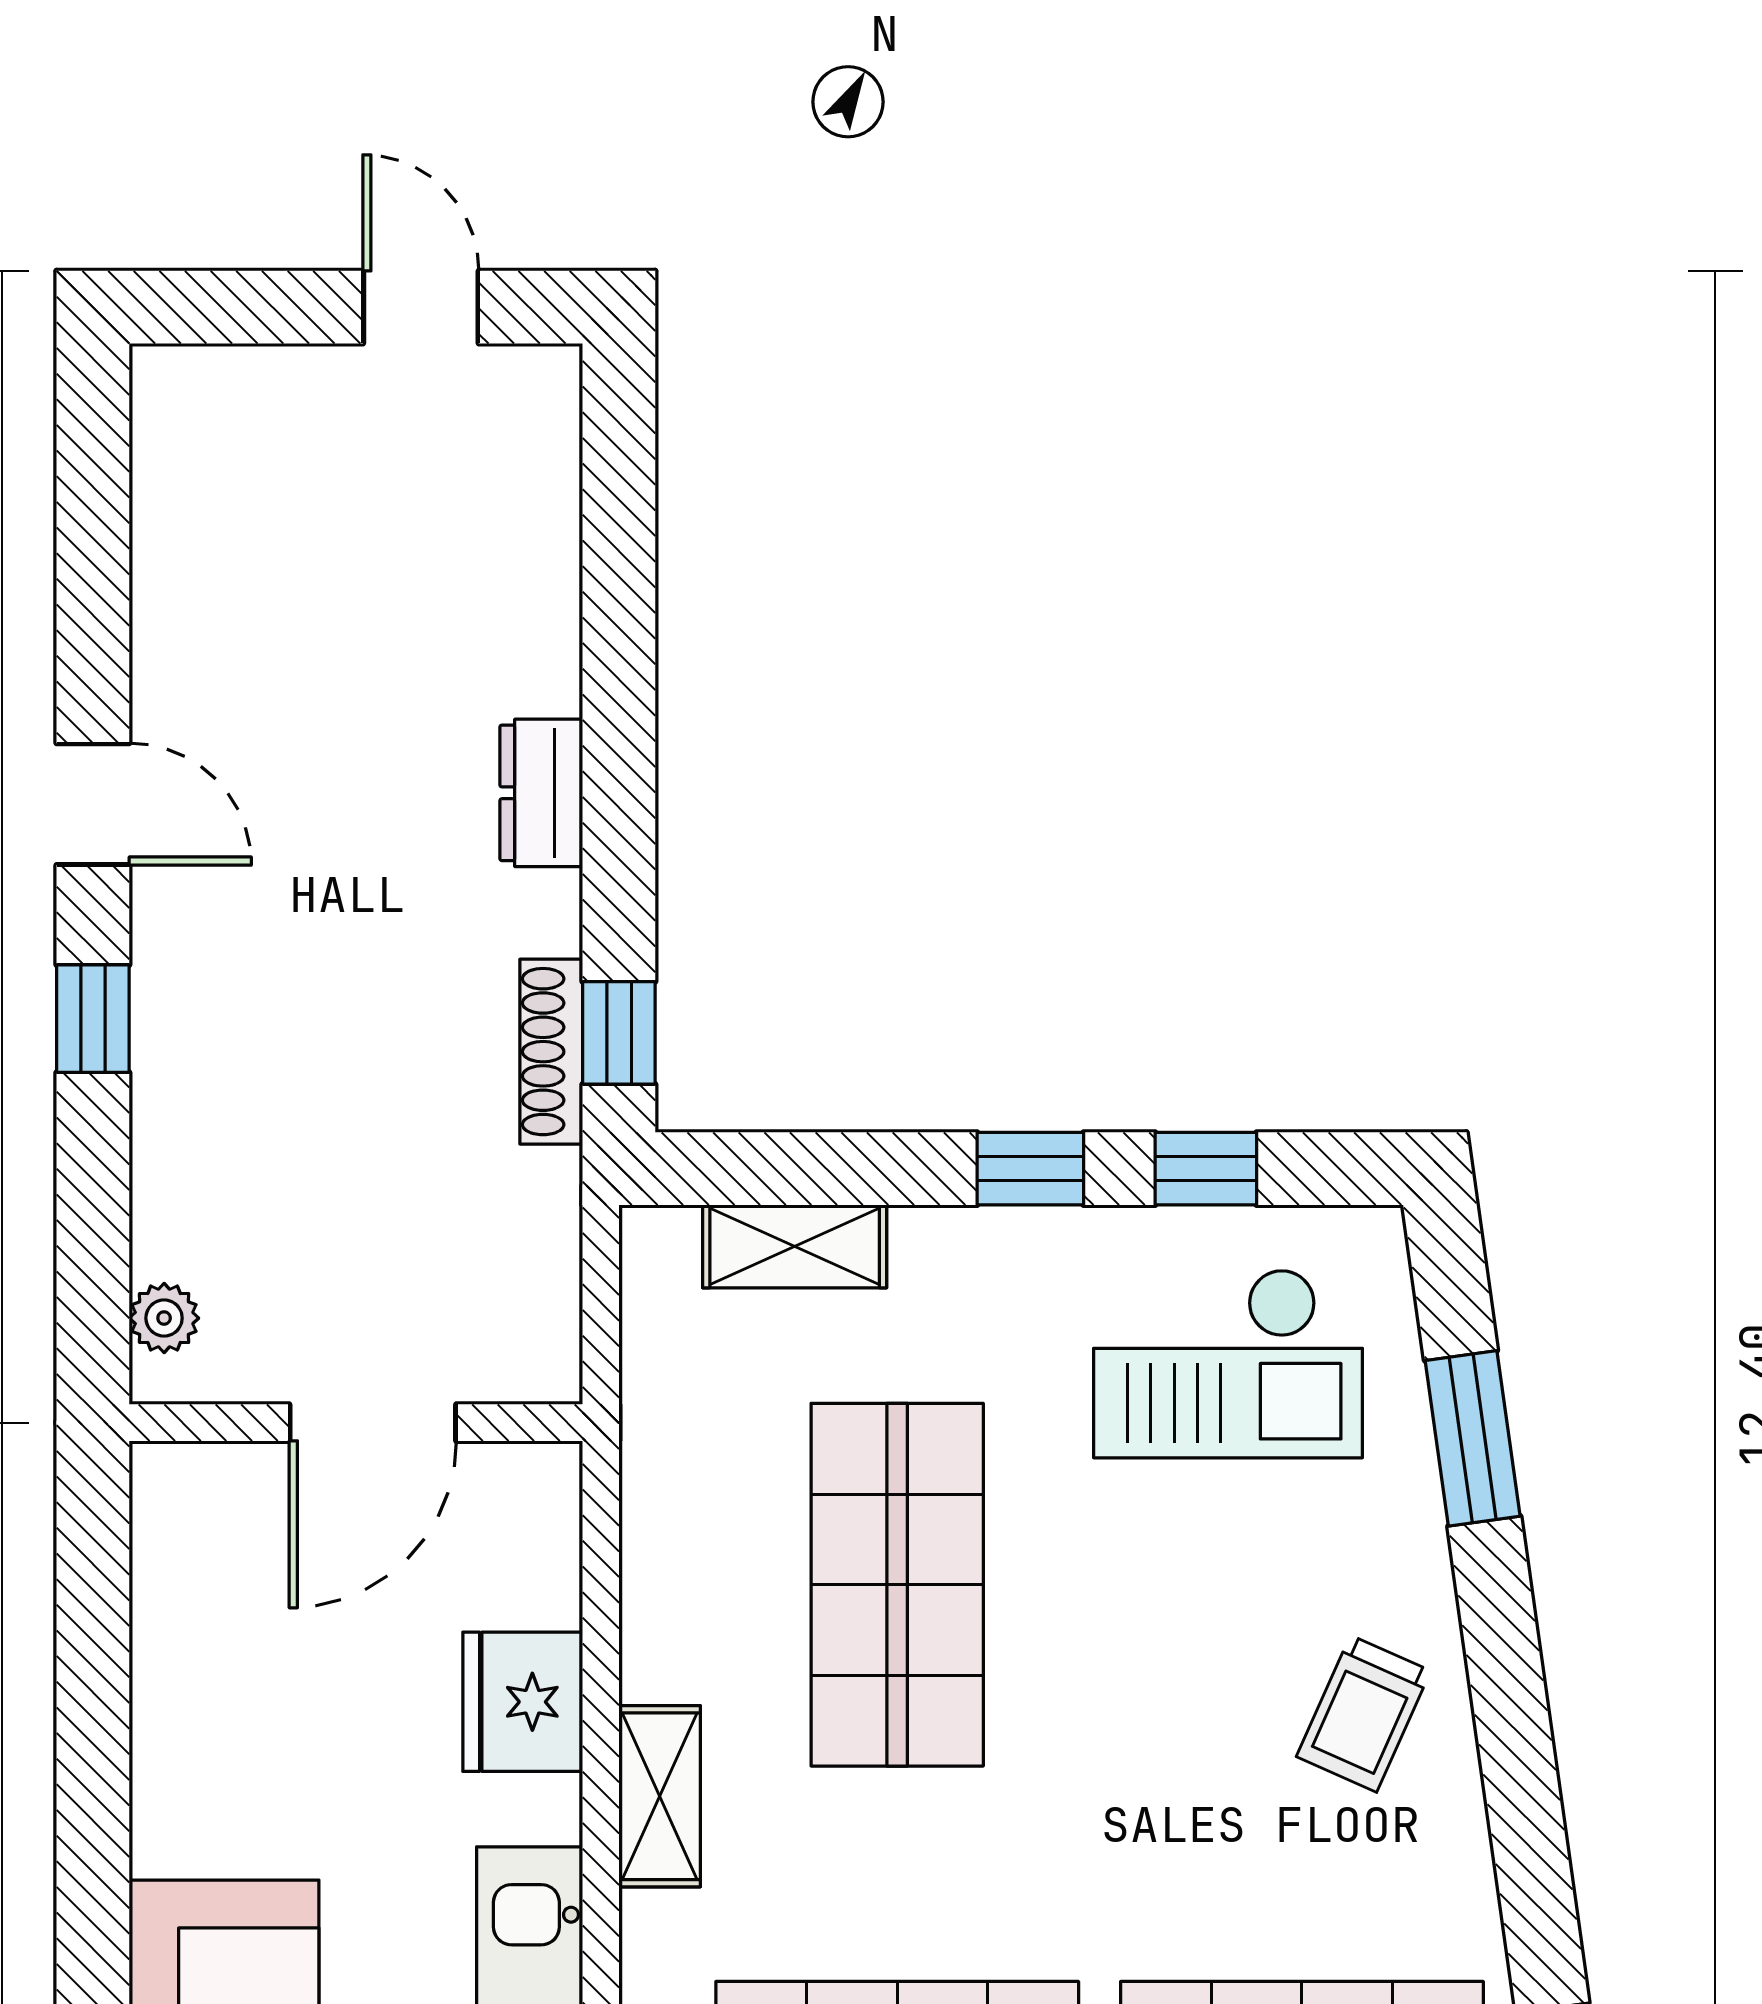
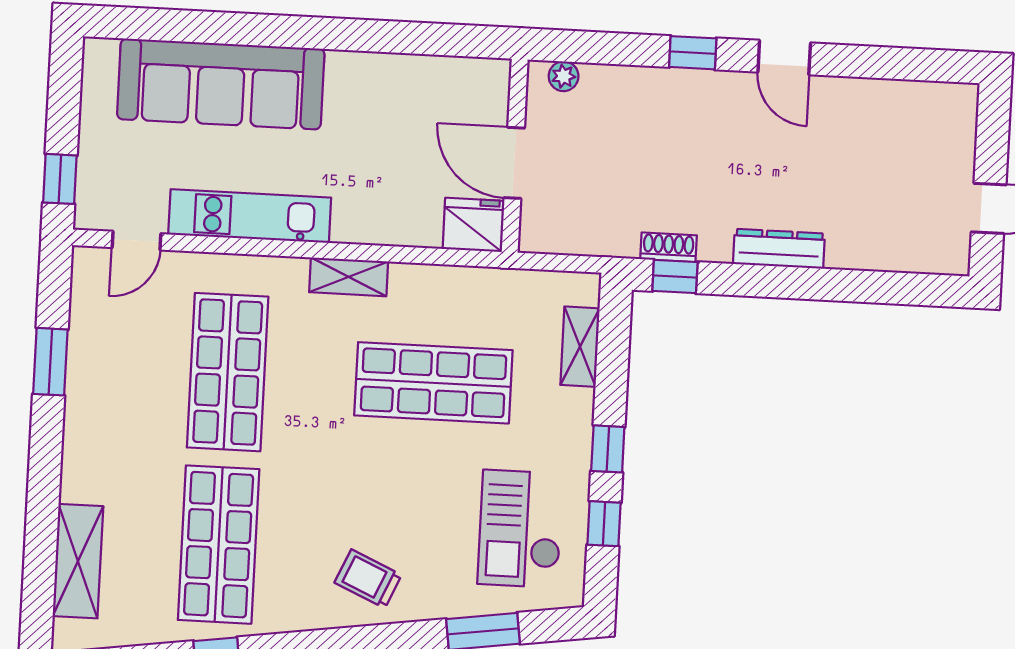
dresser: (541, 793) -> (779, 249), width x1.44
door: (93, 804) -> (784, 57), hinge flipped
shoe rack: (551, 1052) -> (668, 247), width x0.70
fridge: (523, 1702) -> (474, 225), moved

